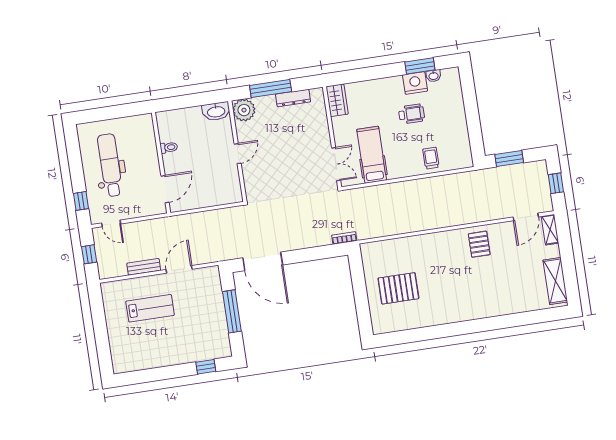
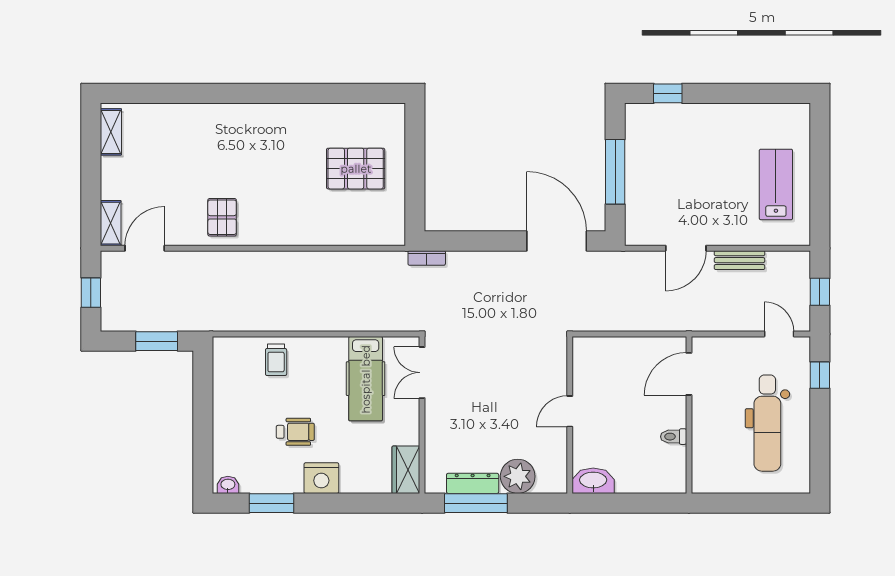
washbasin: (434, 76) -> (228, 485), moved
nightstand: (415, 83) -> (321, 478), moved
window: (271, 88) -> (476, 503), moved
plant: (244, 110) -> (518, 476), moved
wheelchair: (412, 114) -> (295, 432), turned 180
shelving: (555, 281) -> (111, 132), width x0.67, depth x0.75
lab bench: (150, 308) -> (776, 184), moved, turned 90

